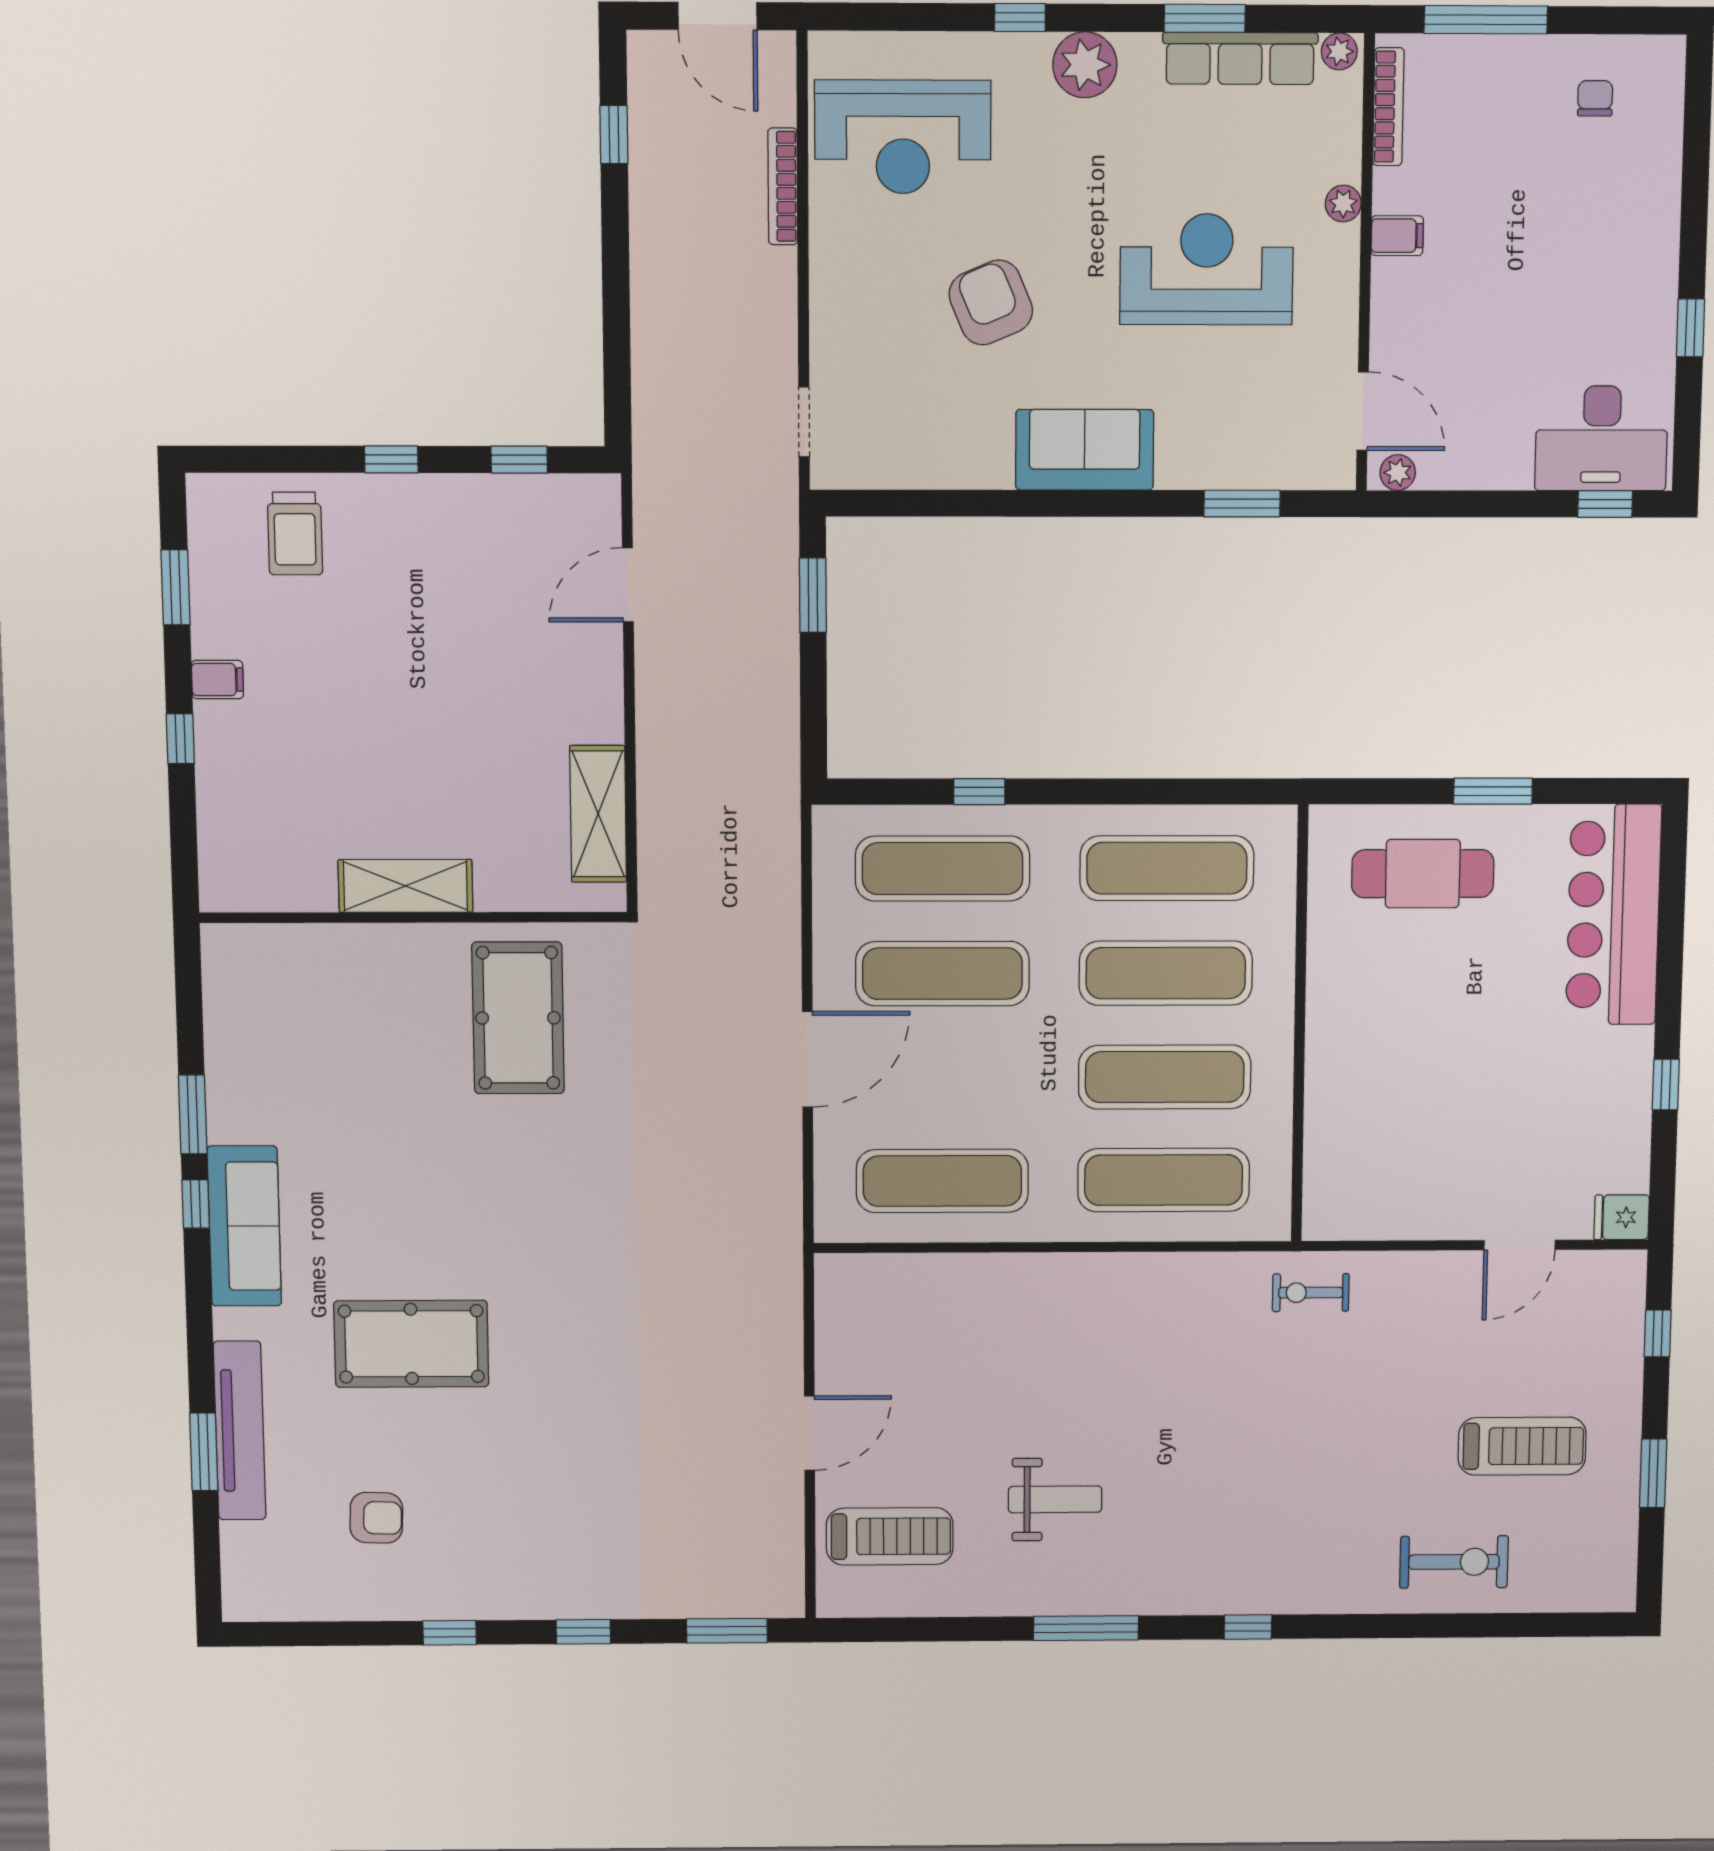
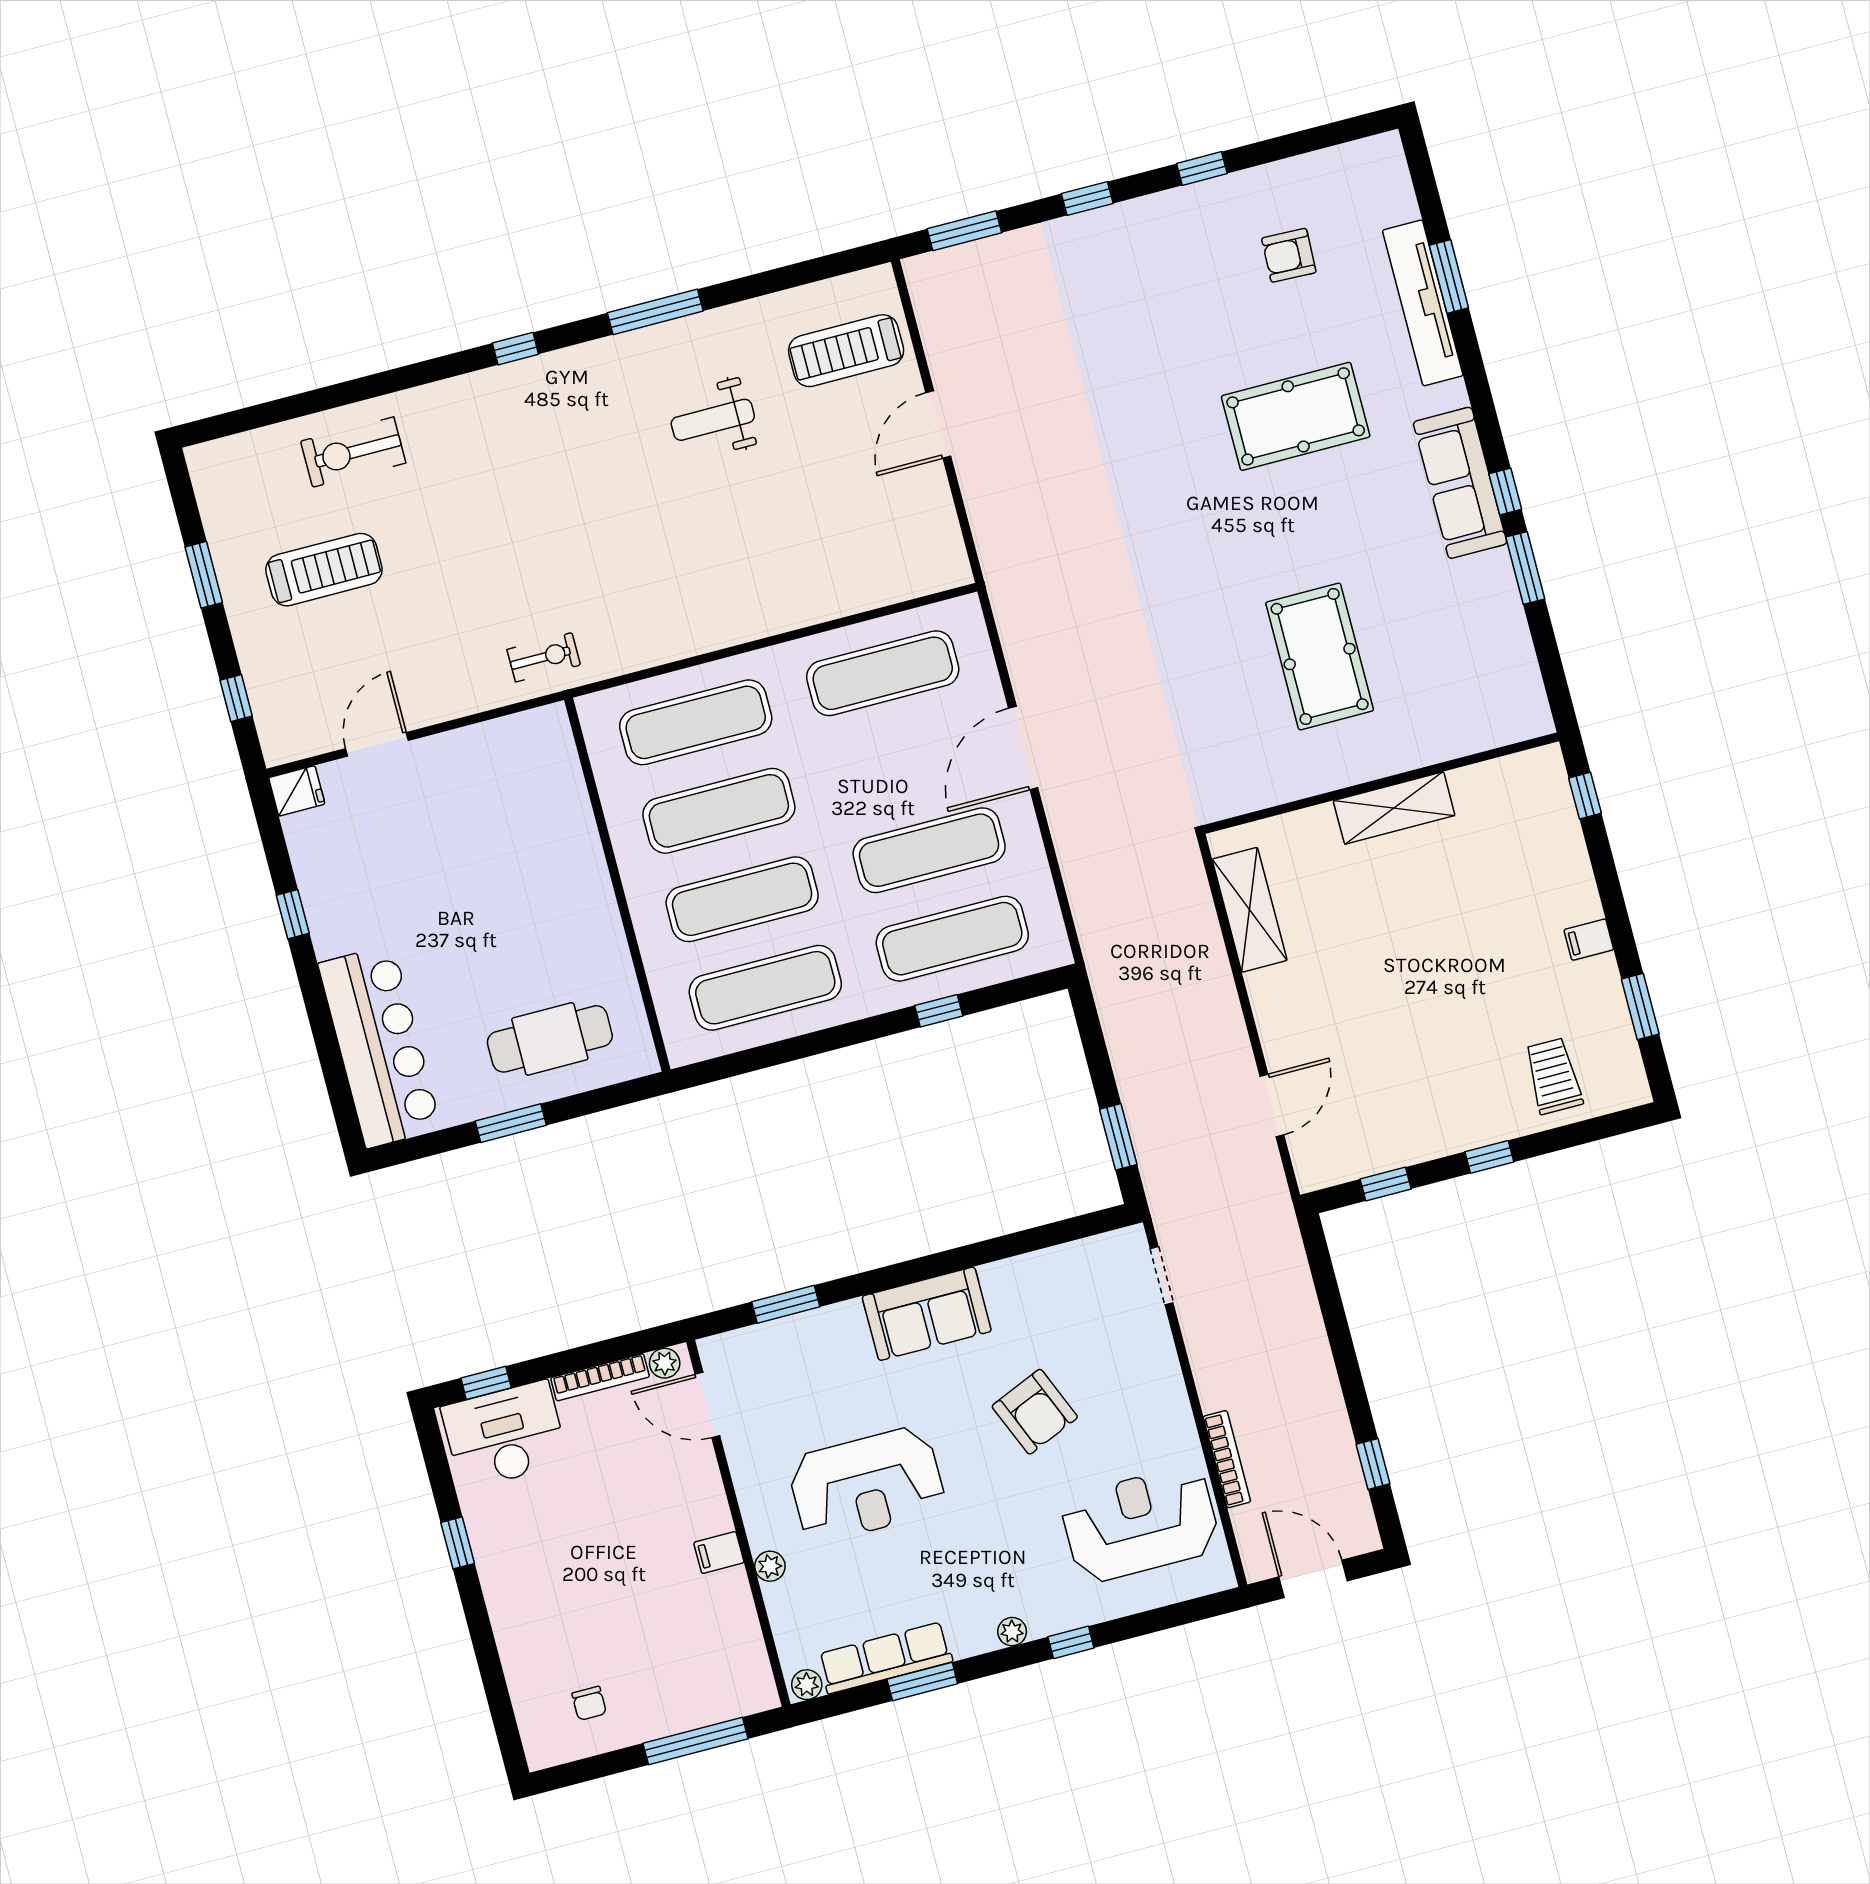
plant: (1085, 65) -> (1012, 1632), width x0.53, depth x0.53
bookcase: (1388, 107) -> (600, 1377), moved, turned -90
window: (180, 739) -> (1585, 796), moved
pool table: (518, 1018) -> (1320, 656), moved
treadmill: (1522, 1446) -> (324, 570), turned 180

